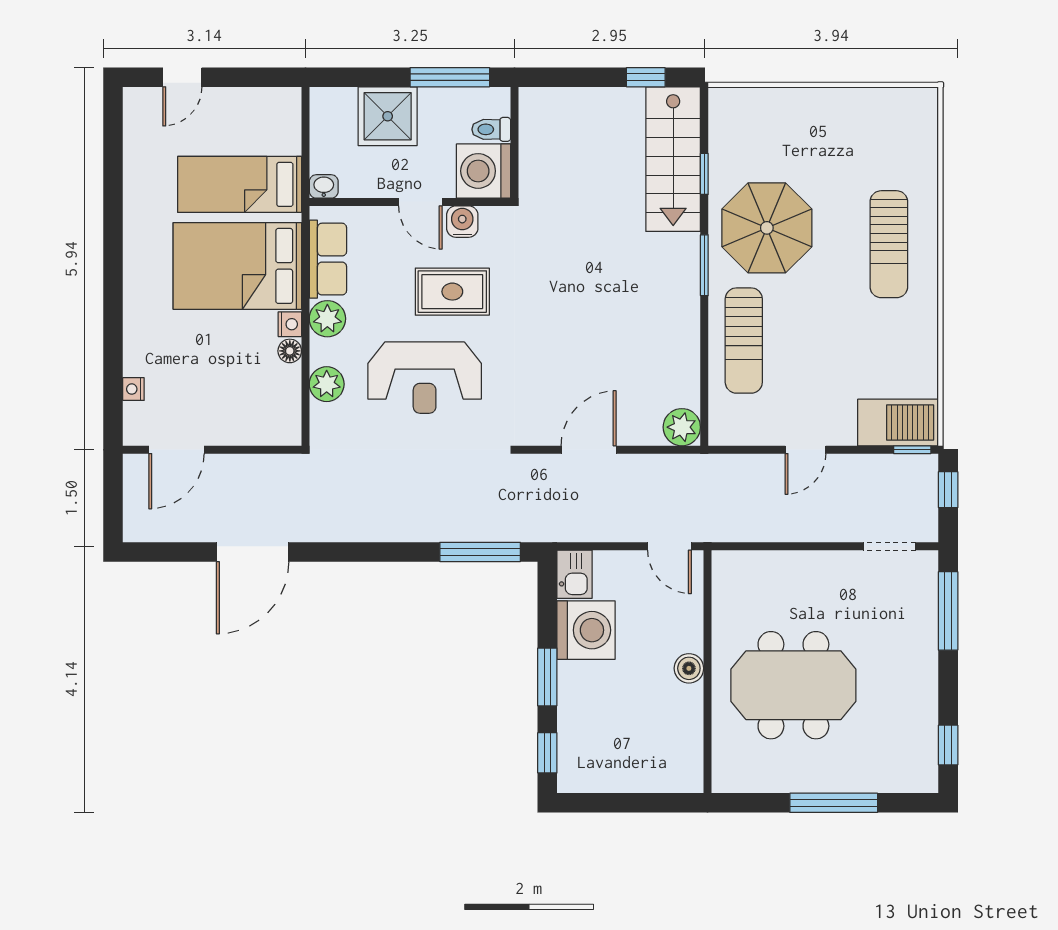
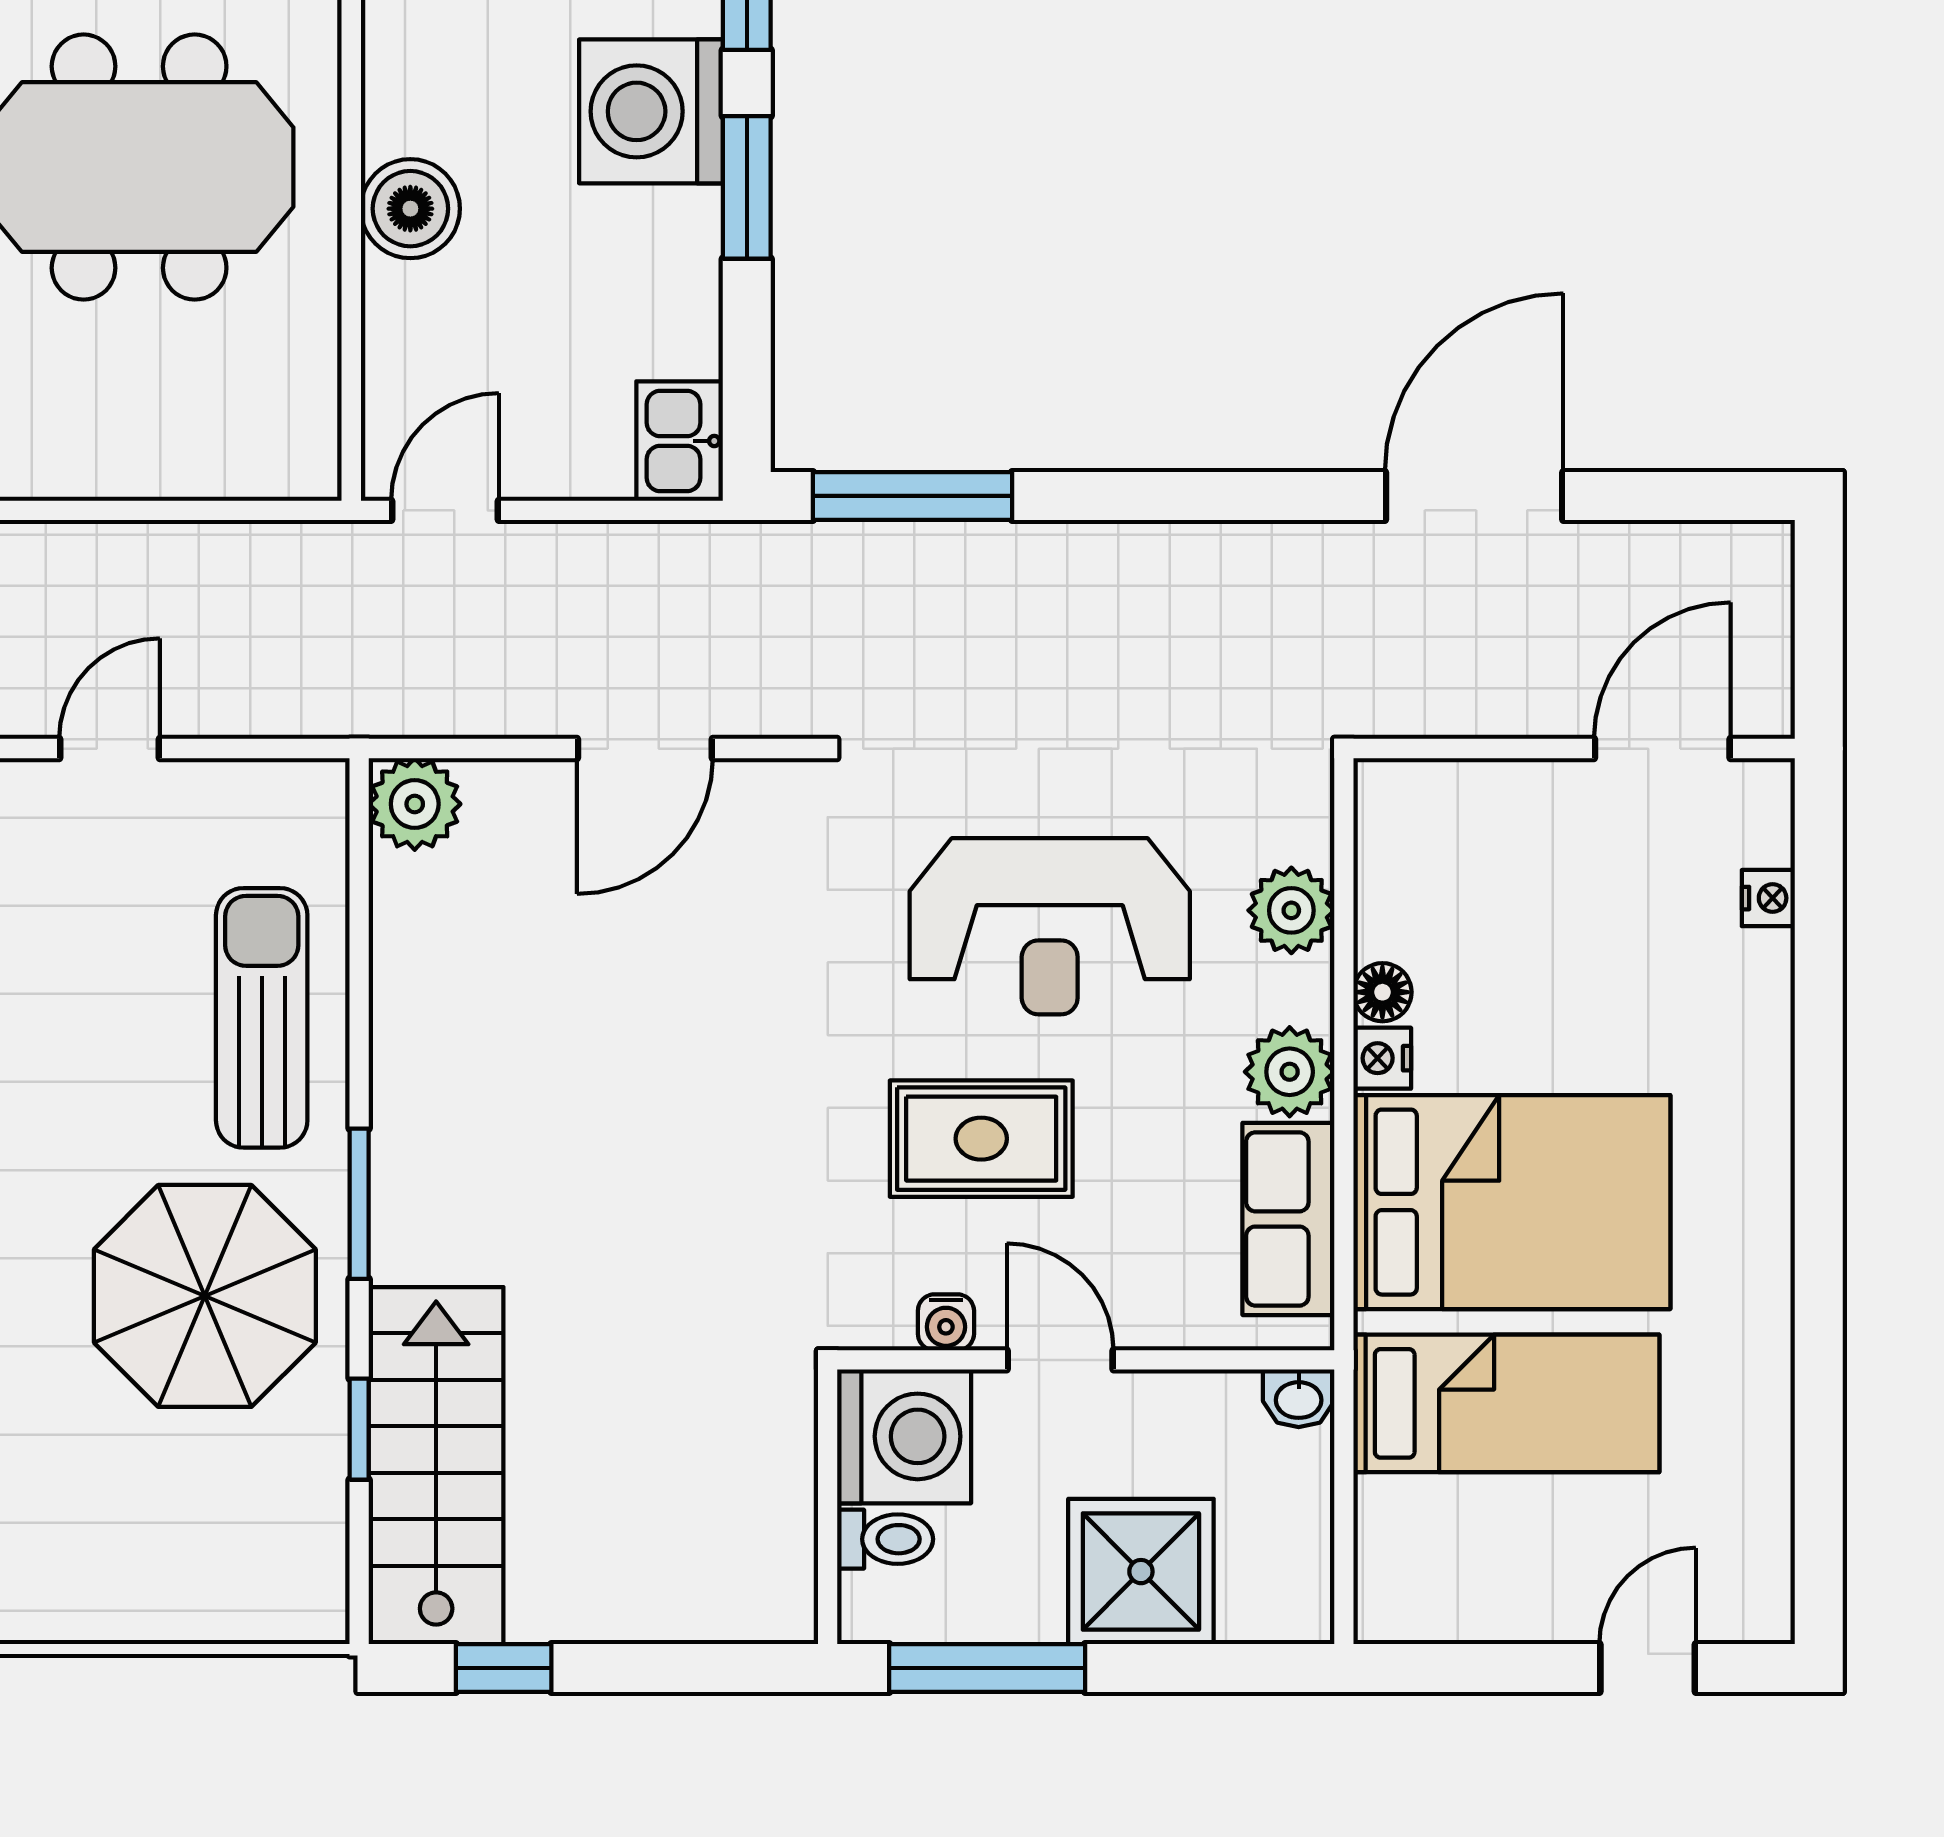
water cooler: (462, 222) -> (946, 1322), width x0.72, depth x0.72
reception desk: (425, 378) -> (1050, 926), turned 180
door: (670, 546) -> (445, 510), hinge flipped
washing machine: (586, 630) -> (651, 111), moved
boiler: (689, 668) -> (410, 209), width x1.36, depth x1.36

